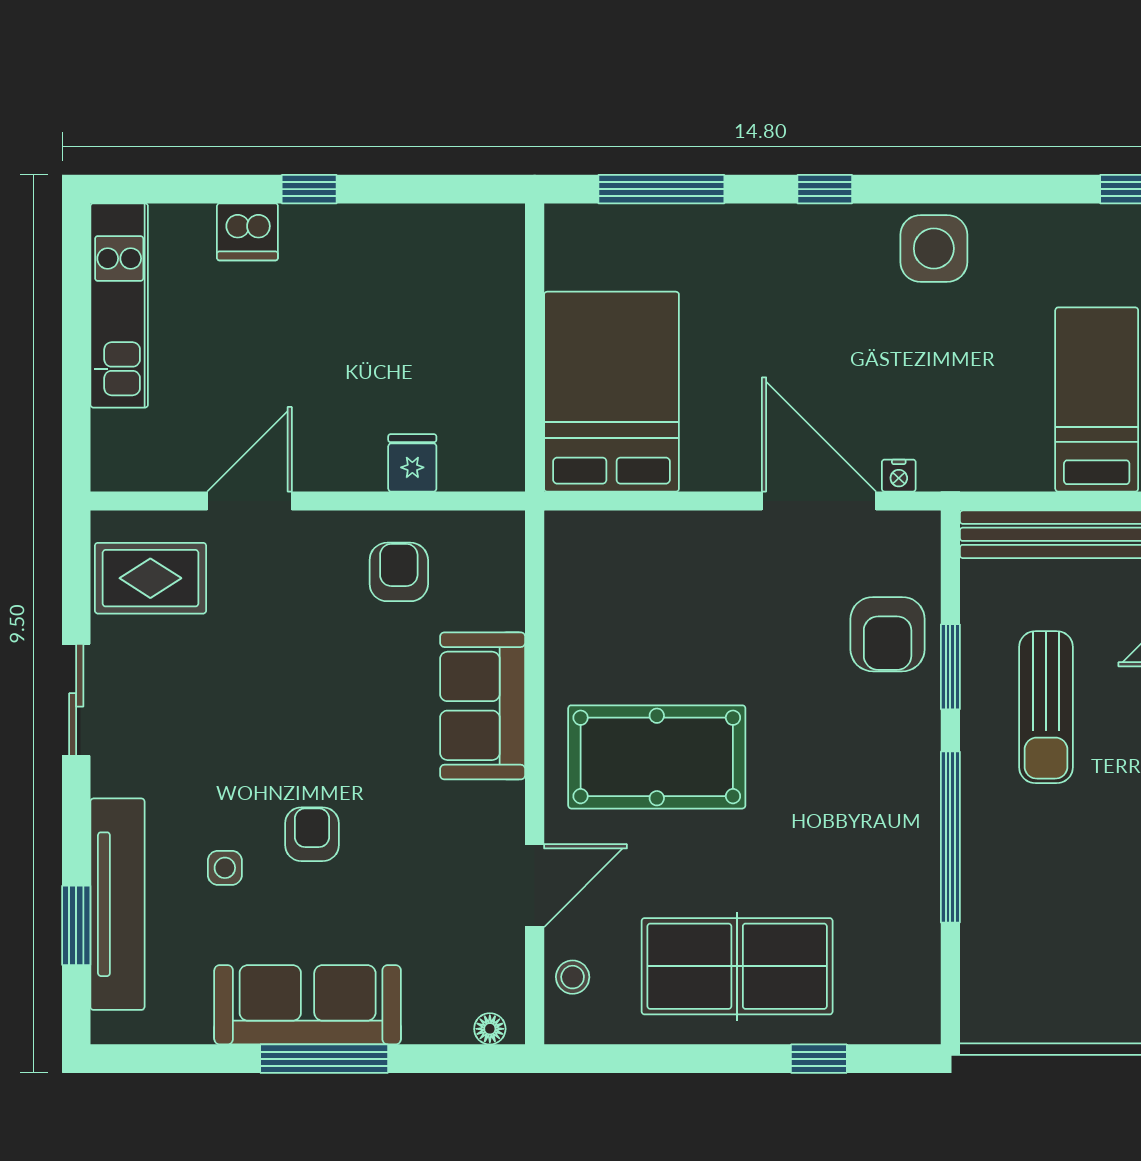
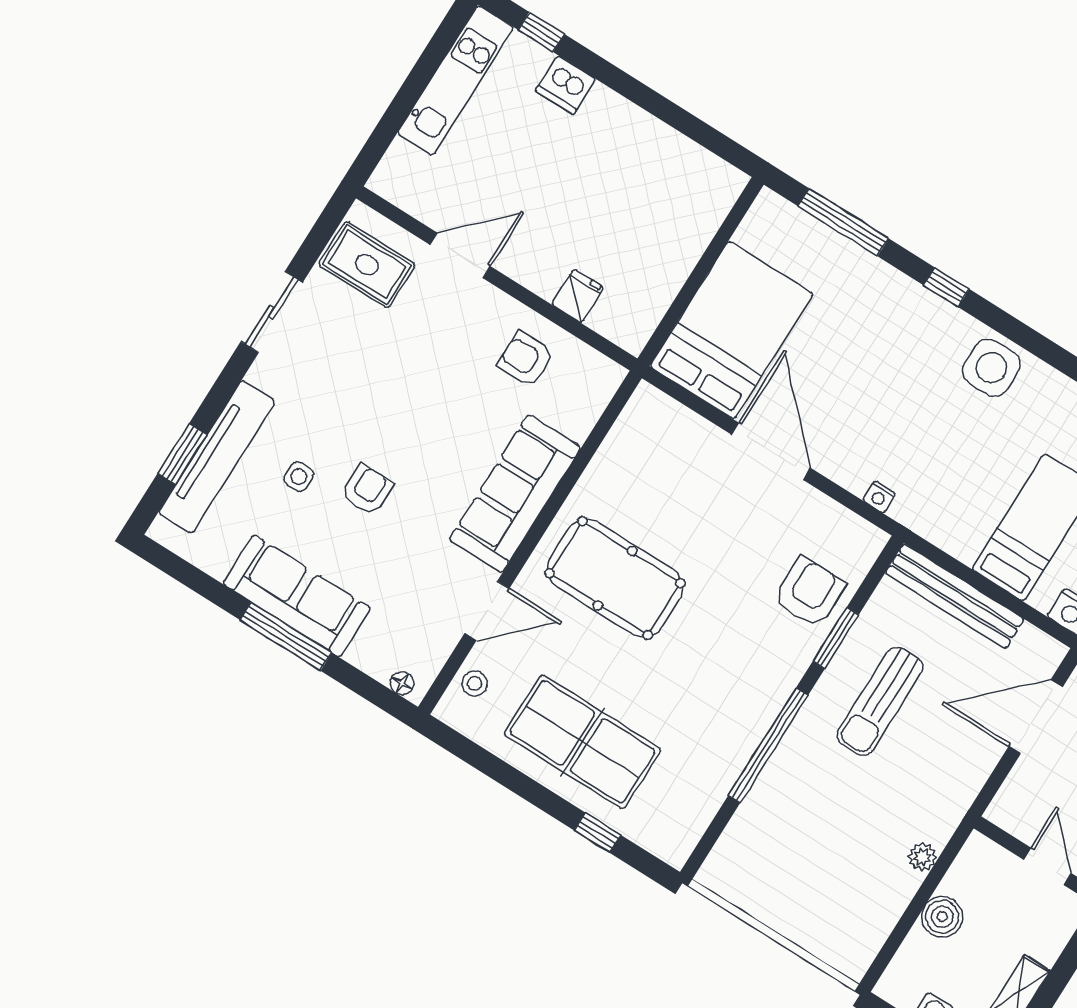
window: (309, 189) -> (541, 32), moved
door: (819, 501) -> (771, 451), moved
armchair: (399, 572) -> (526, 359), turned -90
armchair: (888, 634) -> (809, 592), turned 180
sofa: (483, 706) -> (515, 494), width x1.36

